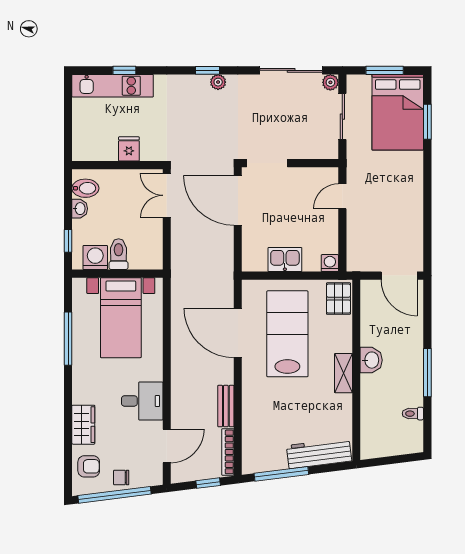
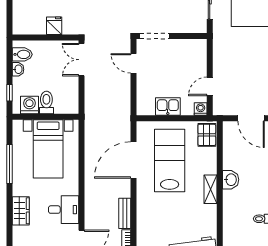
door: (342, 196) -> (210, 86), moved
door: (238, 200) -> (133, 63), width x0.53
door: (238, 333) -> (133, 160), hinge flipped
wardrobe: (83, 425) -> (21, 211), moved

